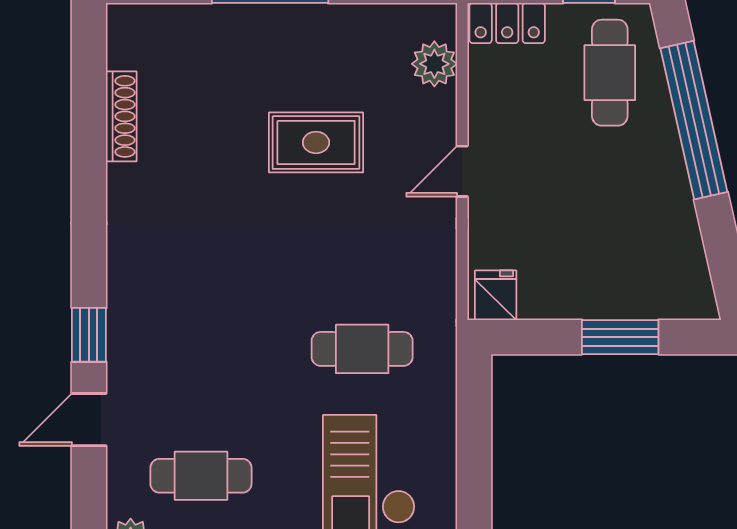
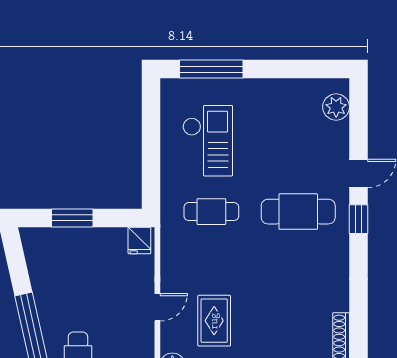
rug: (316, 142) -> (214, 321), moved, turned 90
cafe table: (201, 476) -> (298, 212), moved, width x1.37, depth x1.35

